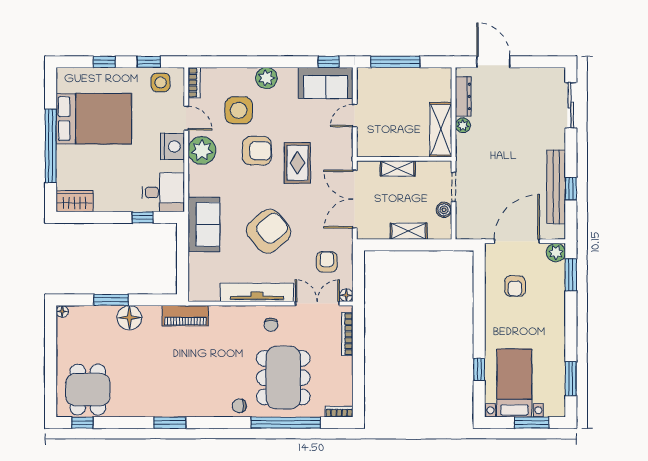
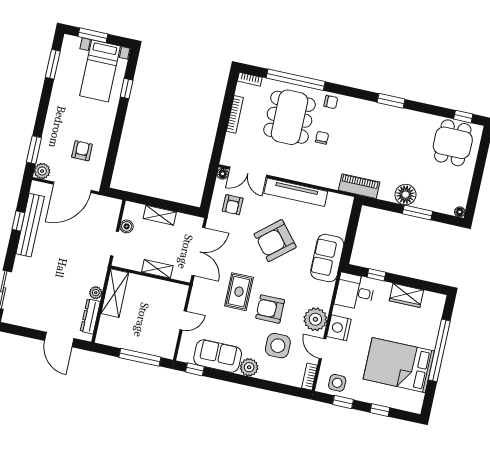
sofa: (326, 83) -> (218, 356), moved
wardrobe: (75, 201) -> (406, 295), moved
chair: (271, 325) -> (322, 138), moved
bookcase: (347, 334) -> (235, 114), moved

